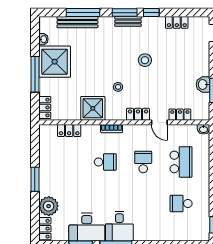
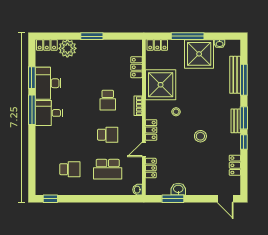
shower: (93, 108) -> (161, 85), width x1.37, depth x1.37
school desk: (181, 203) -> (70, 169), turned 90

